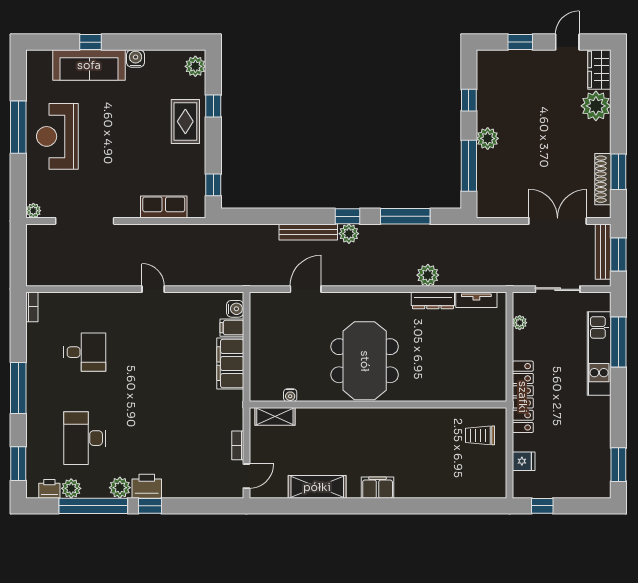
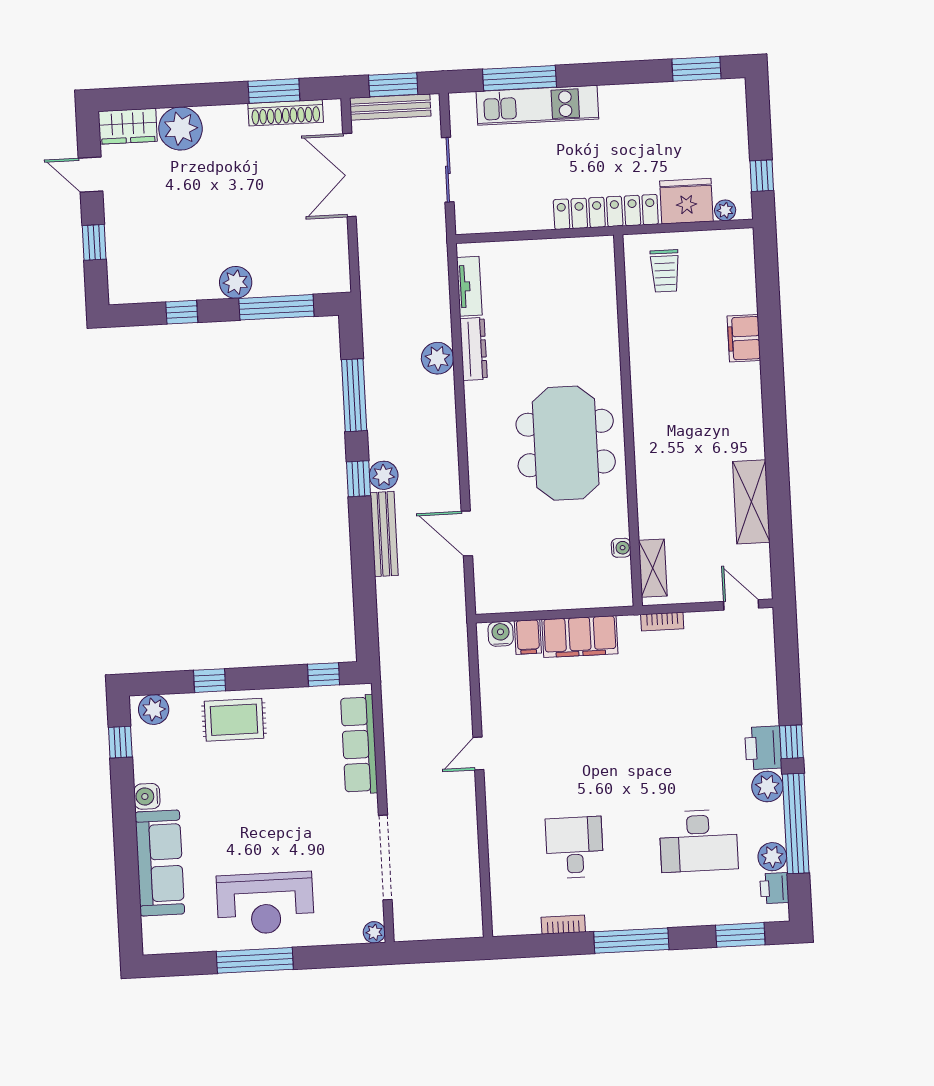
window: (90, 42) -> (120, 742), moved
row of seats: (164, 207) -> (359, 744), width x1.48
bookcase: (32, 307) -> (563, 925), moved
plant: (520, 323) -> (725, 210), moved
meeting table: (365, 361) -> (566, 443), turned 90
bookcase: (238, 445) -> (662, 621), moved
fridge: (524, 461) -> (686, 201), width x1.88, depth x1.34
filing cabinet: (378, 488) -> (744, 338), moved

